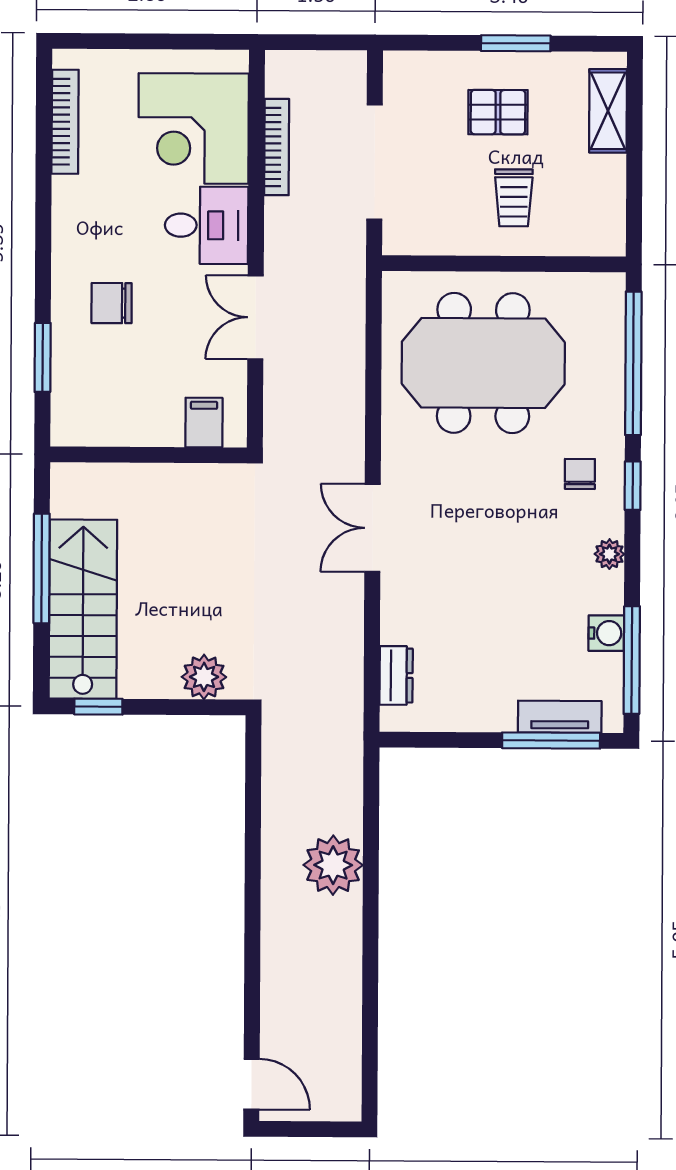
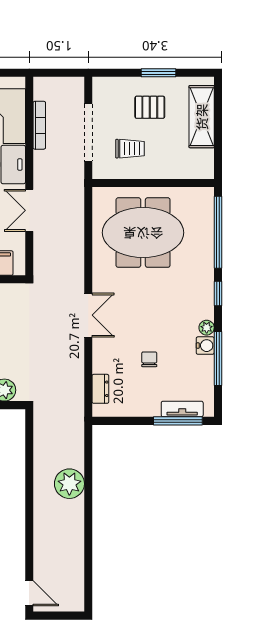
shelving: (608, 111) -> (202, 117), width x1.50, depth x1.33
trolley: (514, 198) -> (130, 149), moved, turned -90
chair: (580, 474) -> (149, 359), moved
double door: (373, 528) -> (88, 315), swing flipped
water cooler: (606, 633) -> (205, 346), moved
window: (632, 660) -> (218, 358), moved

